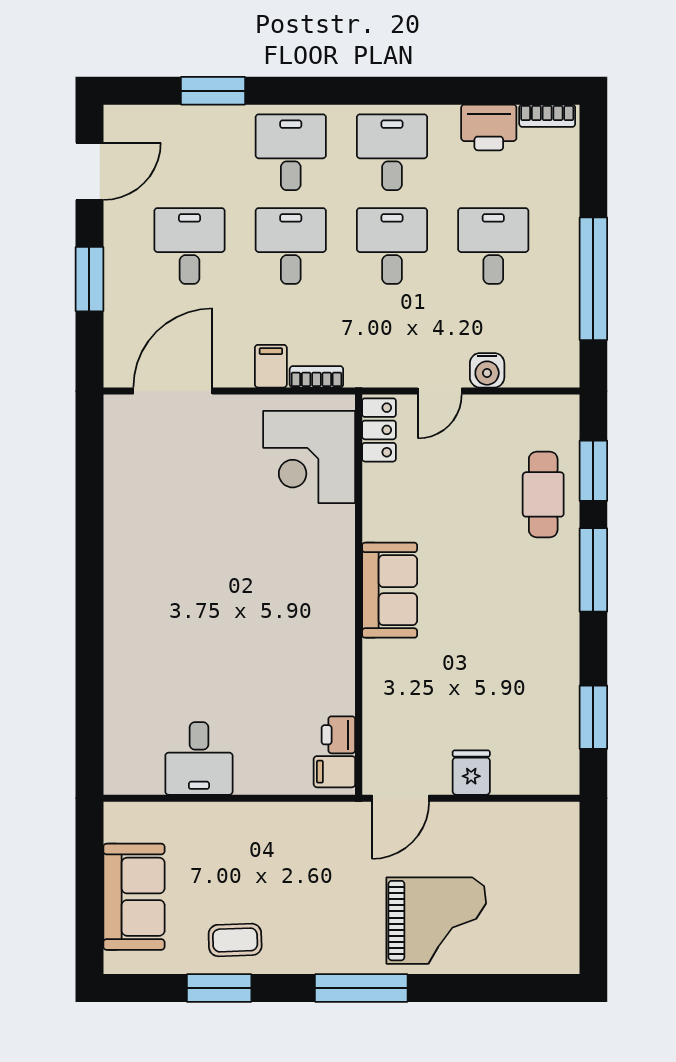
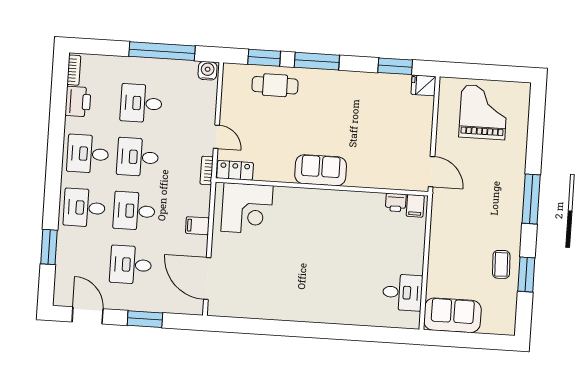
water cooler: (487, 370) -> (208, 71), moved, turned -90
bookcase: (316, 377) -> (207, 171), moved
desk: (199, 758) -> (403, 292), moved
fridge: (471, 773) -> (423, 85), moved
sofa: (134, 897) -> (452, 315), moved
grand piano: (436, 921) -> (483, 112), moved

